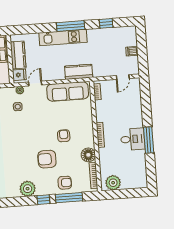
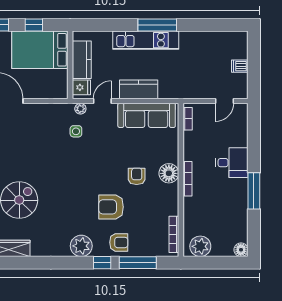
window: (106, 23) -> (207, 25), removed
kitchen counter: (79, 72) -> (139, 89), moved
desk: (133, 139) -> (232, 163), moved
floor lamp: (88, 155) -> (169, 173), moved
armchair: (65, 183) -> (119, 242), moved
floor lamp: (142, 183) -> (241, 250), added

